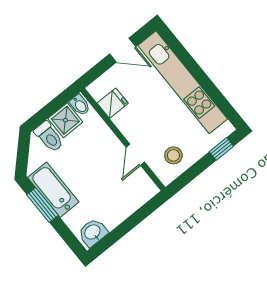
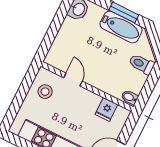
shower: (65, 120) -> (135, 82), removed
window: (221, 149) -> (12, 112), removed

